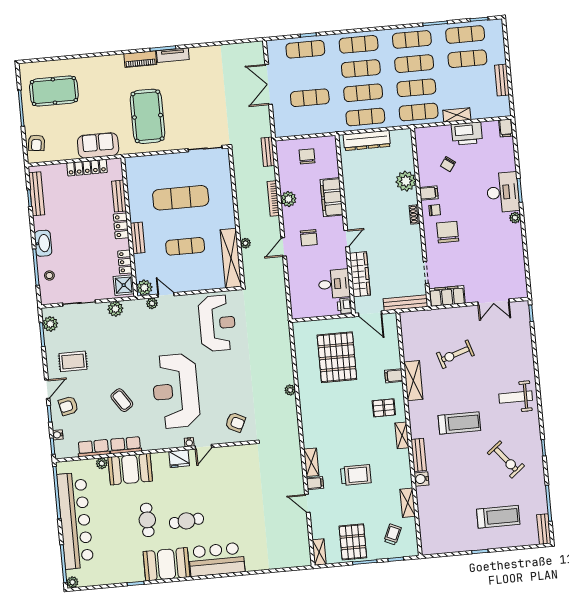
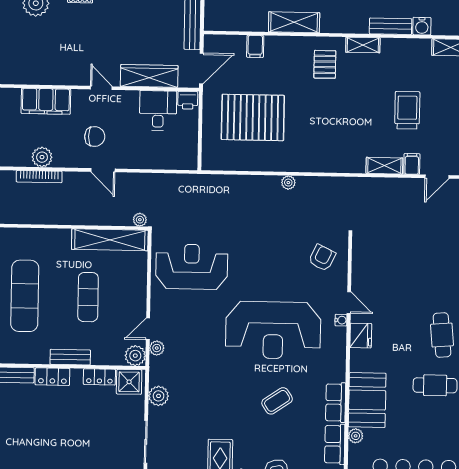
plant: (246, 243) -> (140, 220), moved
filing cabinet: (394, 376) -> (255, 46), moved

